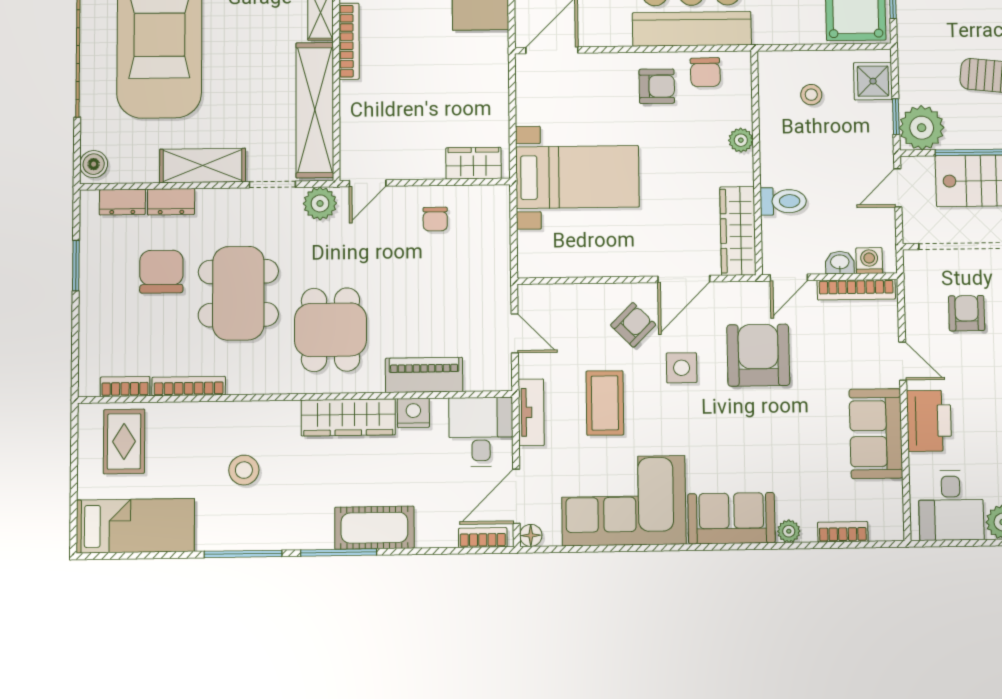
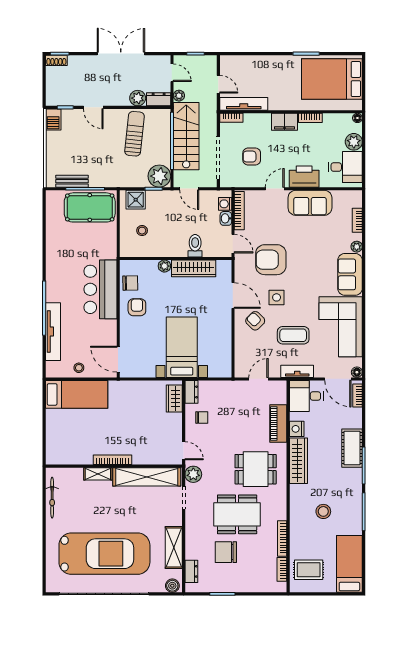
shelving: (203, 165) -> (174, 548), moved
dresser: (171, 202) -> (192, 392), moved
wardrobe: (738, 231) -> (194, 268), moved

